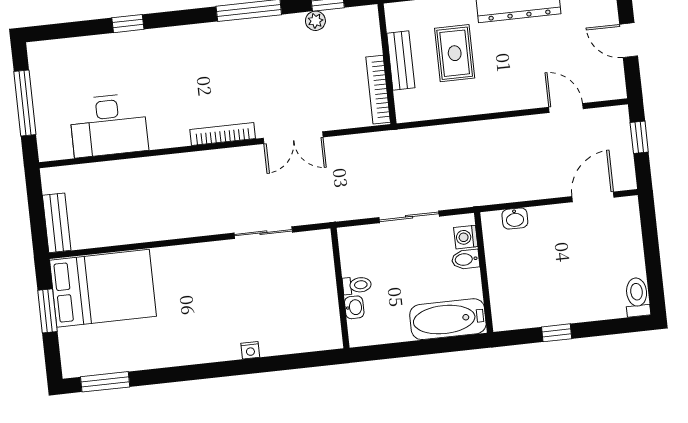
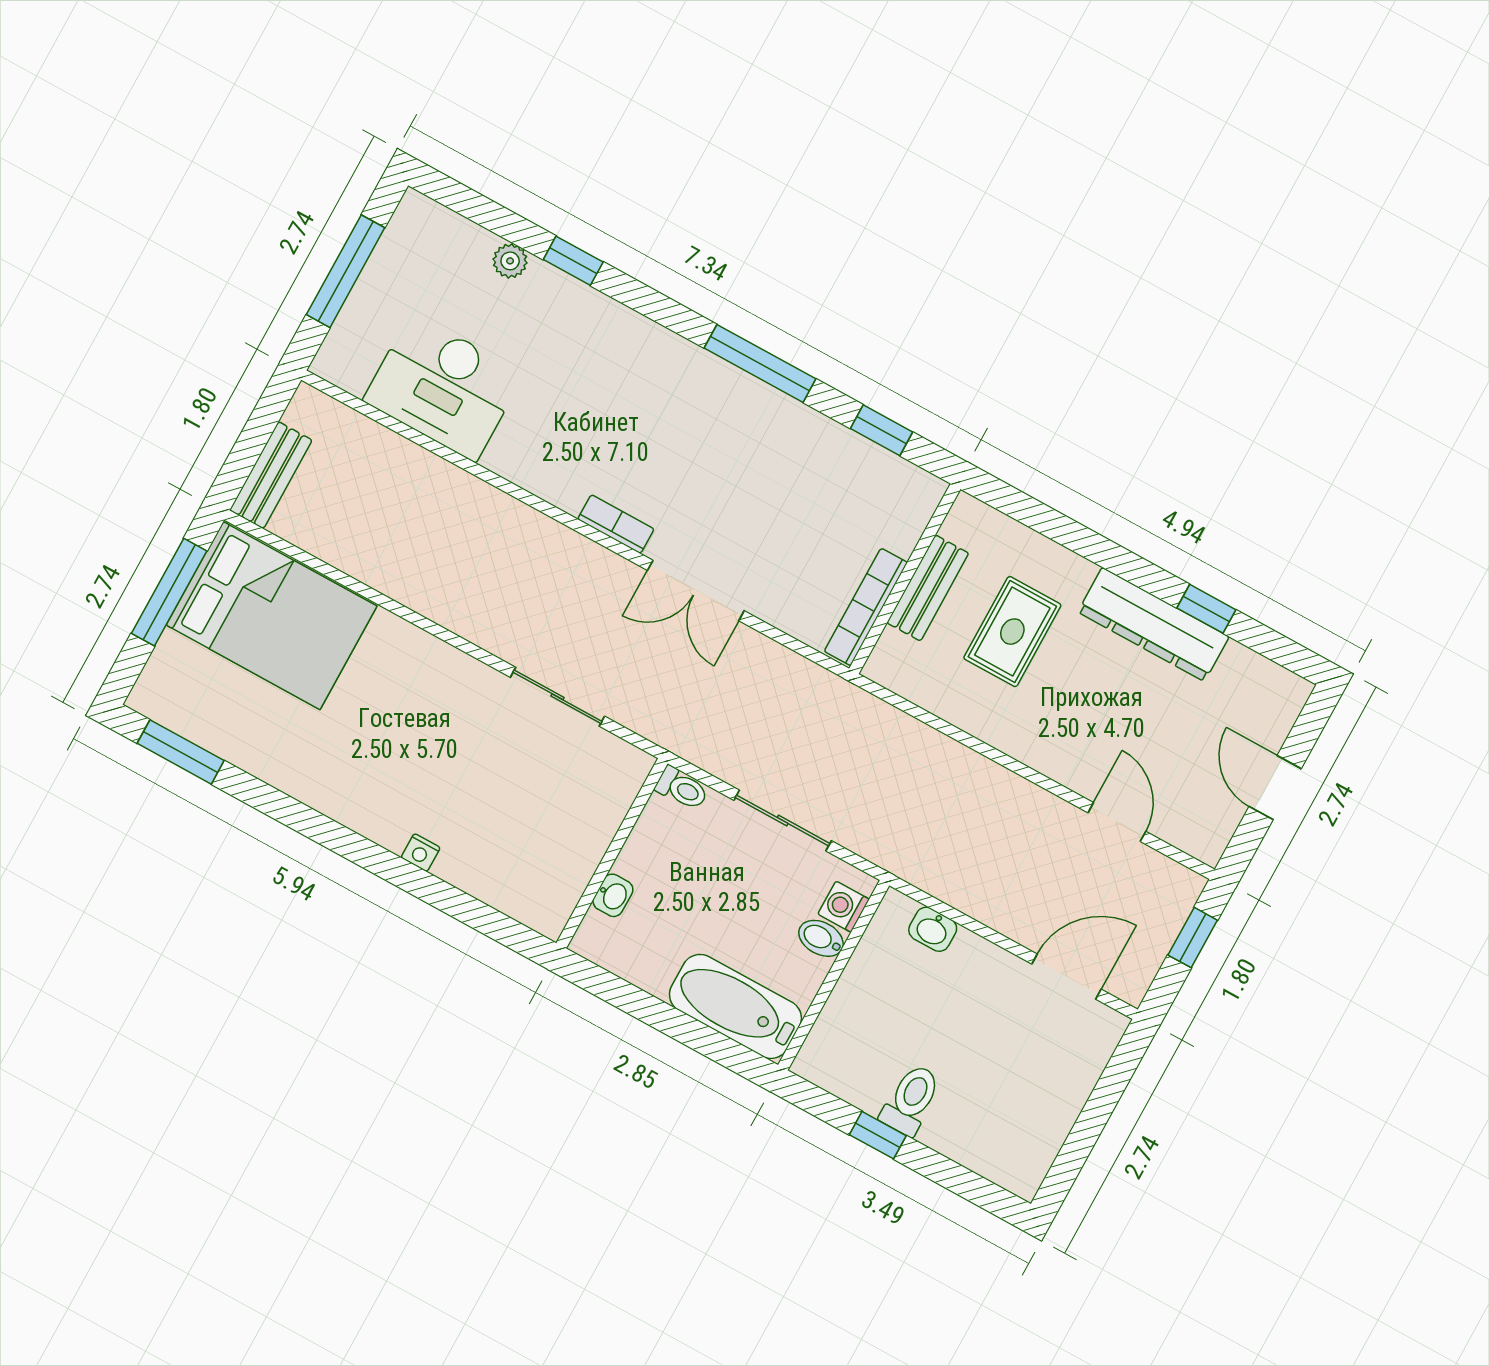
plant: (315, 21) -> (510, 261), moved
bookcase: (223, 134) -> (616, 524), width x0.64
toilet: (357, 285) -> (682, 788), moved
toilet: (637, 297) -> (911, 1100), moved
window: (47, 311) -> (169, 592), width x1.44

